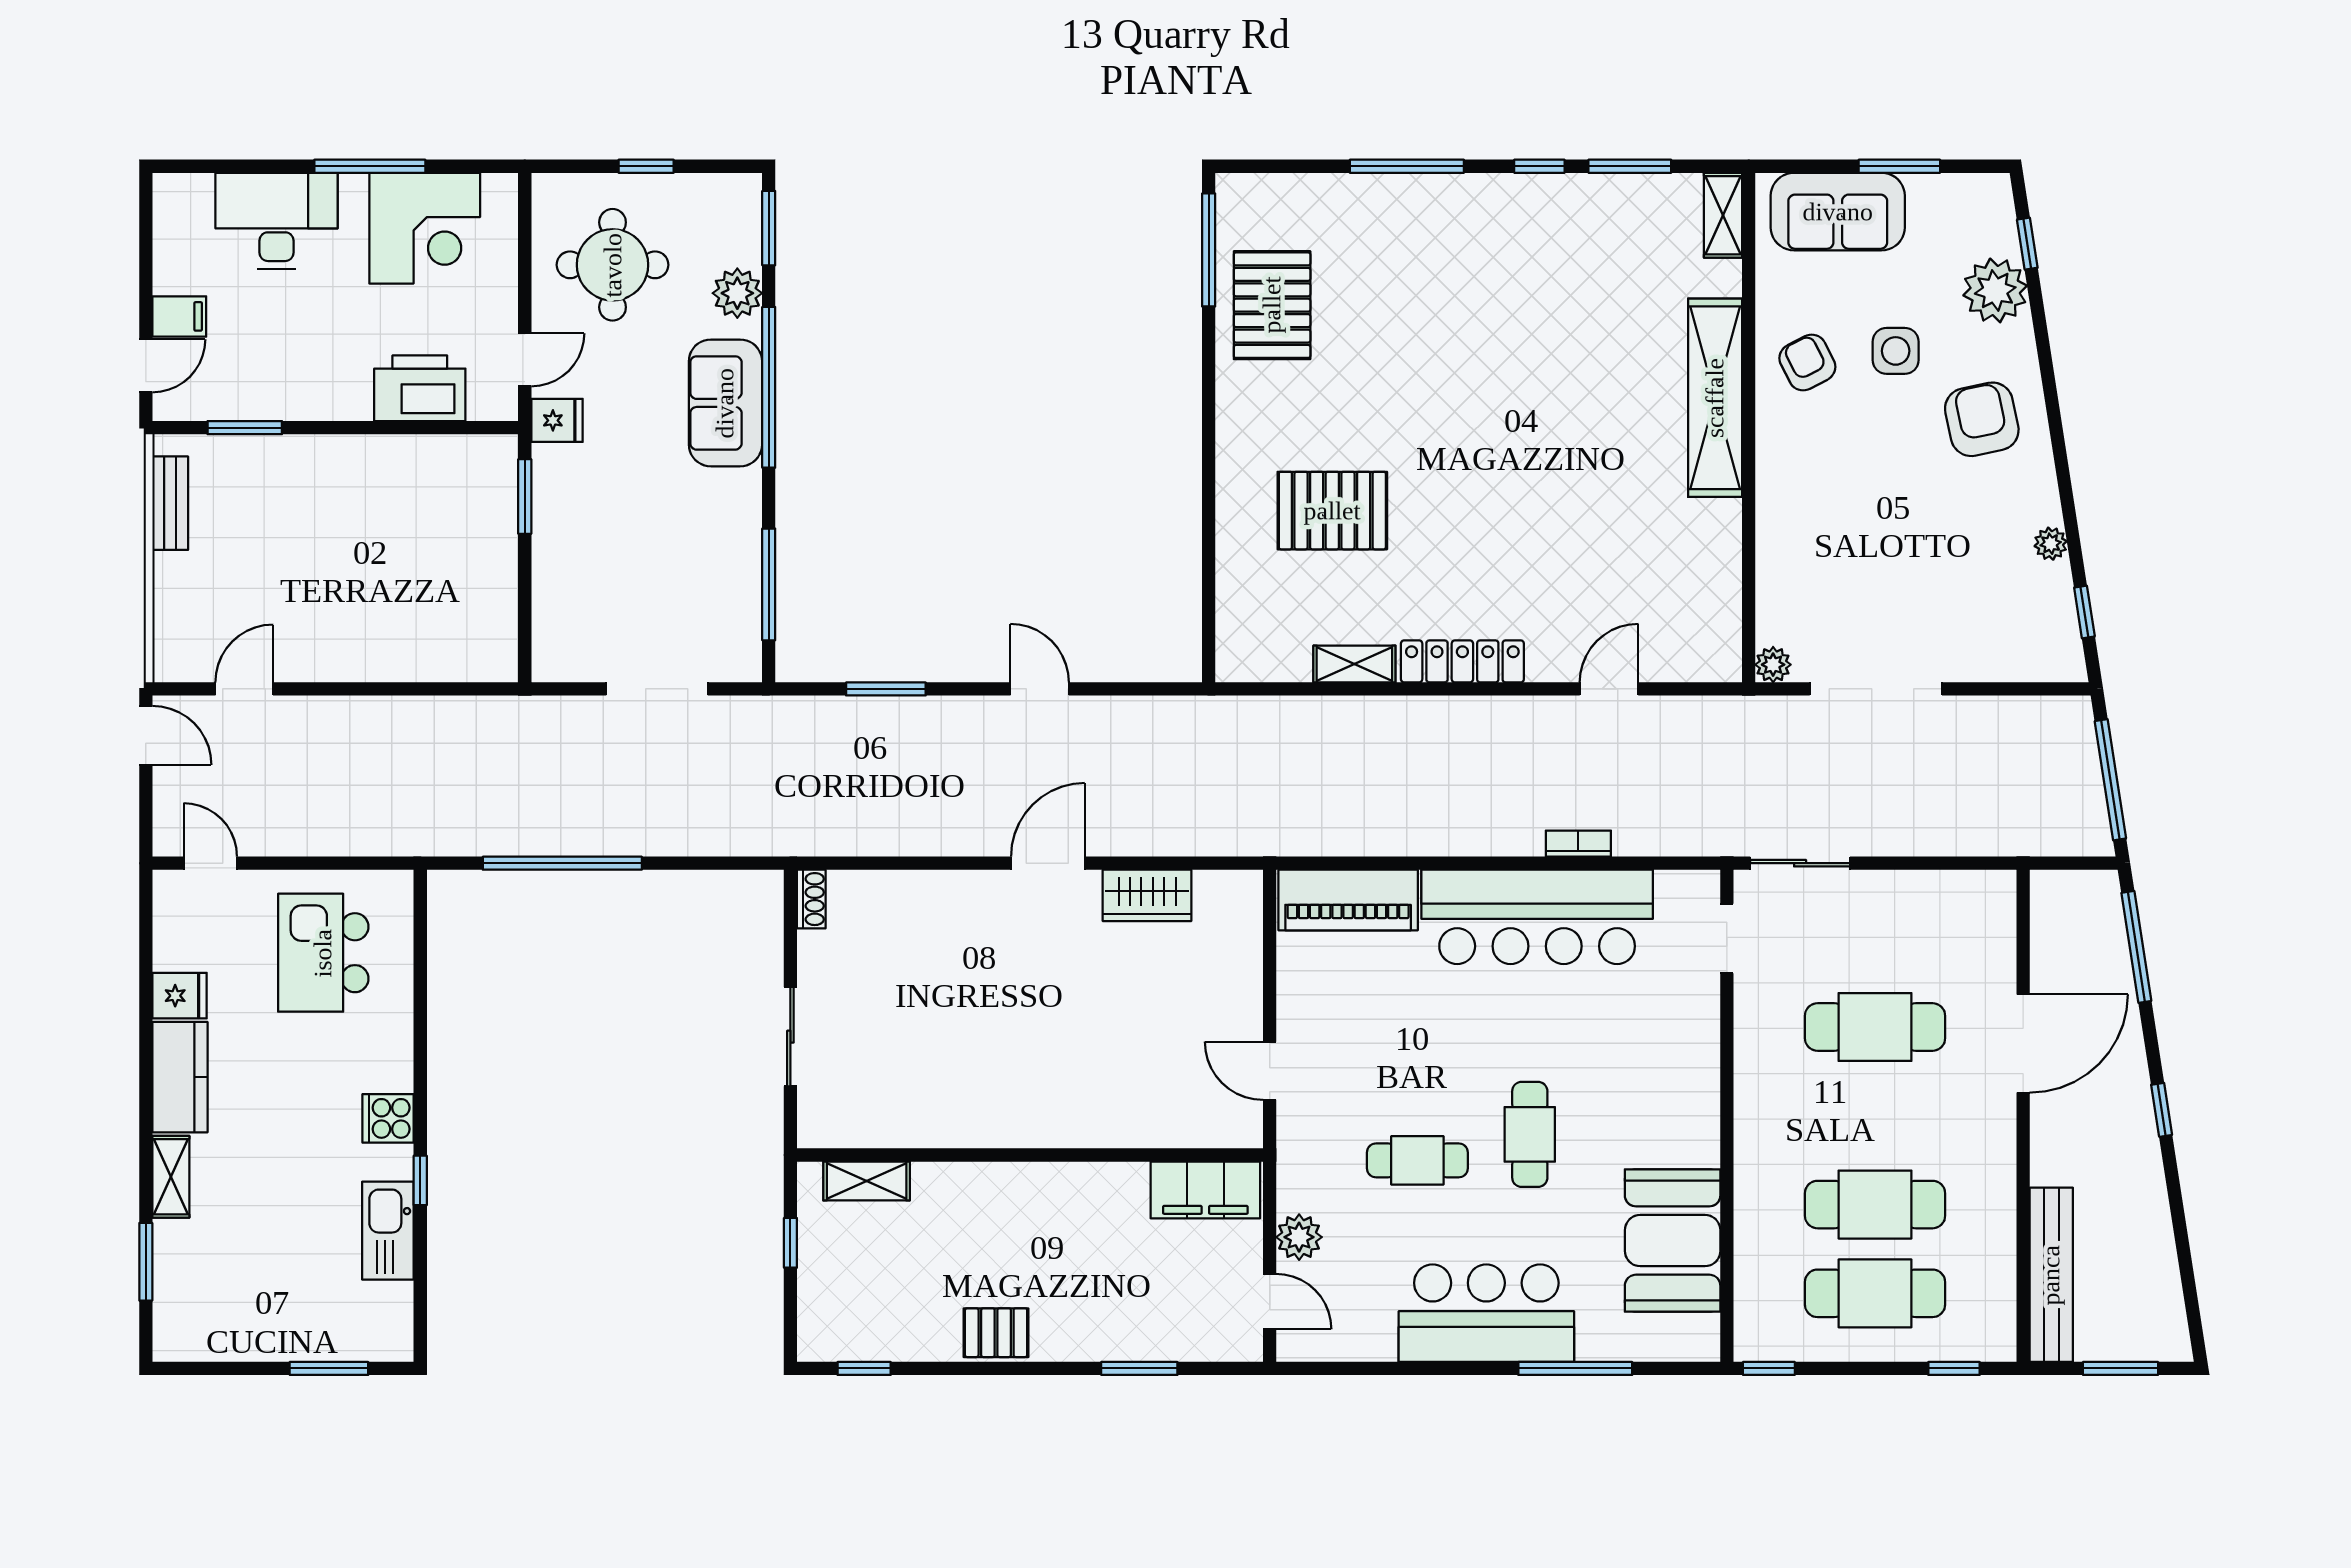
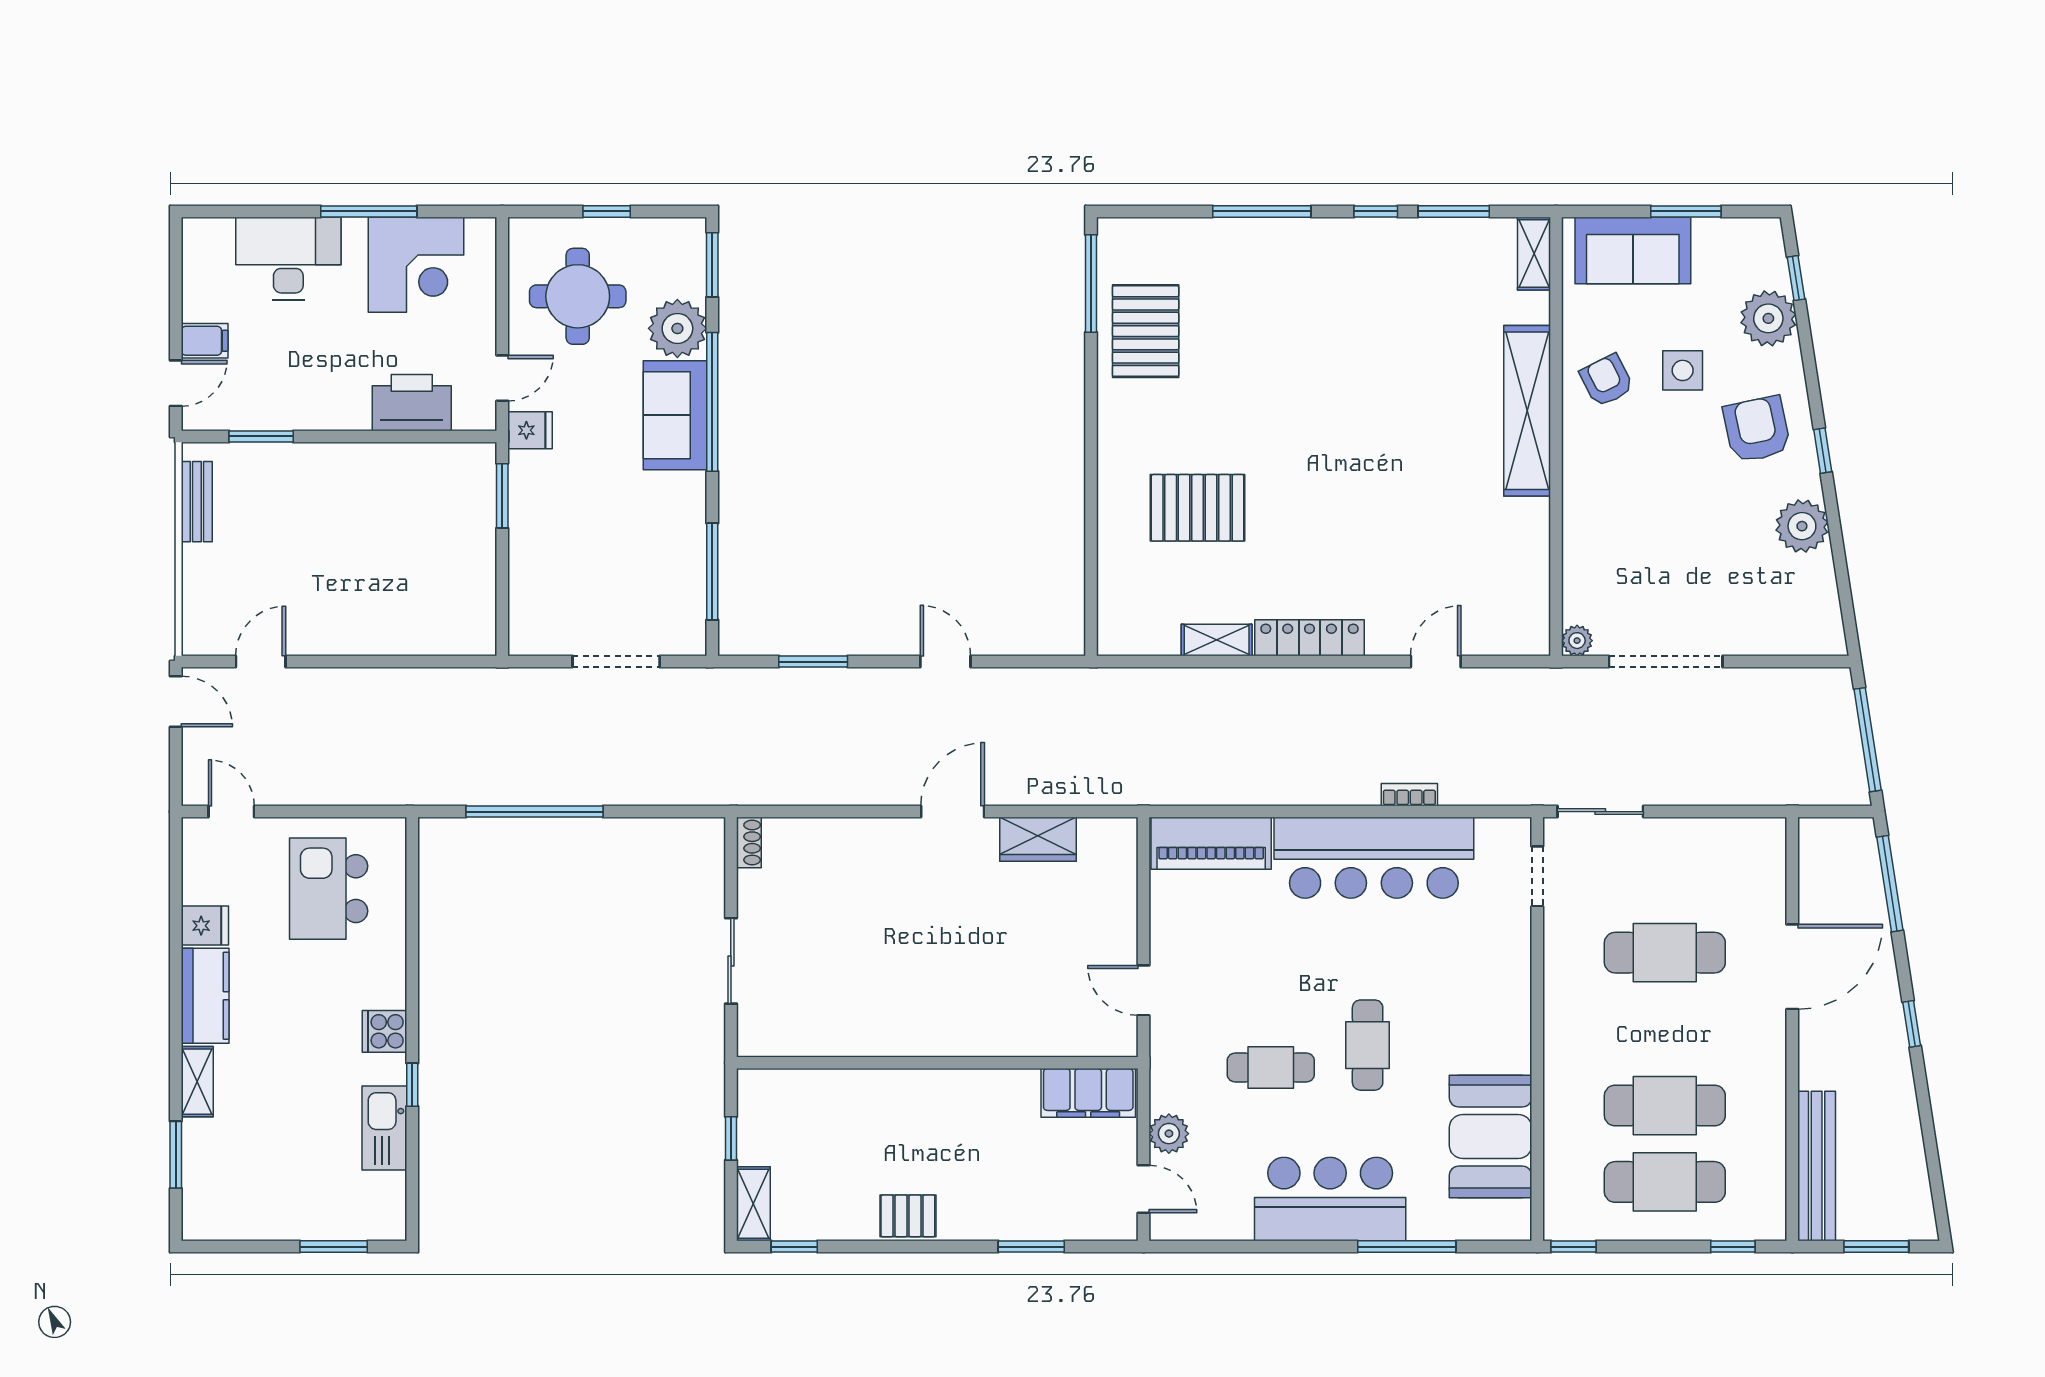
plant: (737, 293) -> (677, 328), width x1.36, depth x1.36
plant: (2051, 544) -> (1802, 526), width x1.87, depth x1.87
window: (2084, 612) -> (1823, 451), moved
shelving: (867, 1181) -> (753, 1204), moved, turned 90

